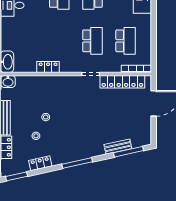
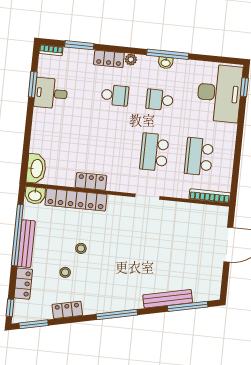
school desk: (92, 41) -> (154, 152), turned 180
school desk: (126, 41) -> (199, 157), turned 180
locker: (122, 82) -> (76, 200), moved
bench: (118, 147) -> (168, 299), width x1.36

